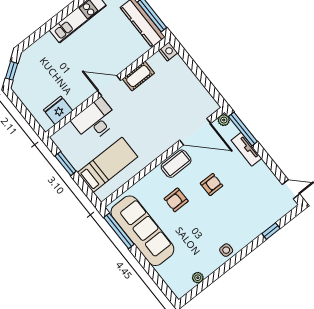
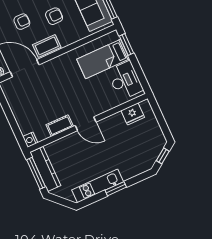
window: (56, 20) -> (116, 189), added
desk: (95, 120) -> (125, 80), moved, turned -90
window: (66, 164) -> (127, 45), moved
armchair: (211, 185) -> (22, 22), turned 180

